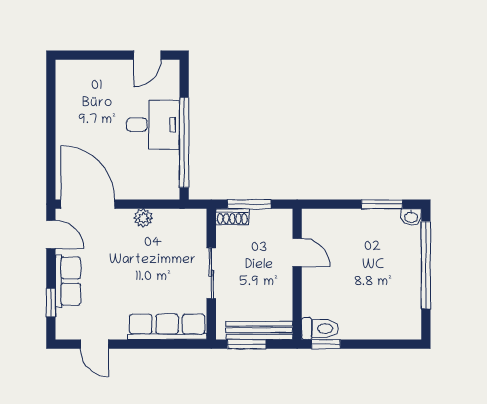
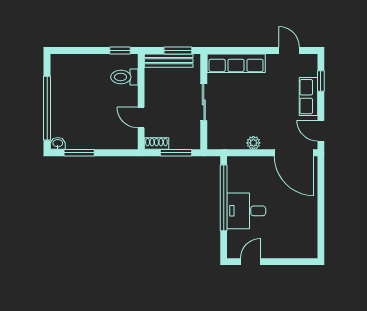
shoe rack: (232, 217) -> (156, 144), moved
toilet: (320, 328) -> (124, 77), moved

